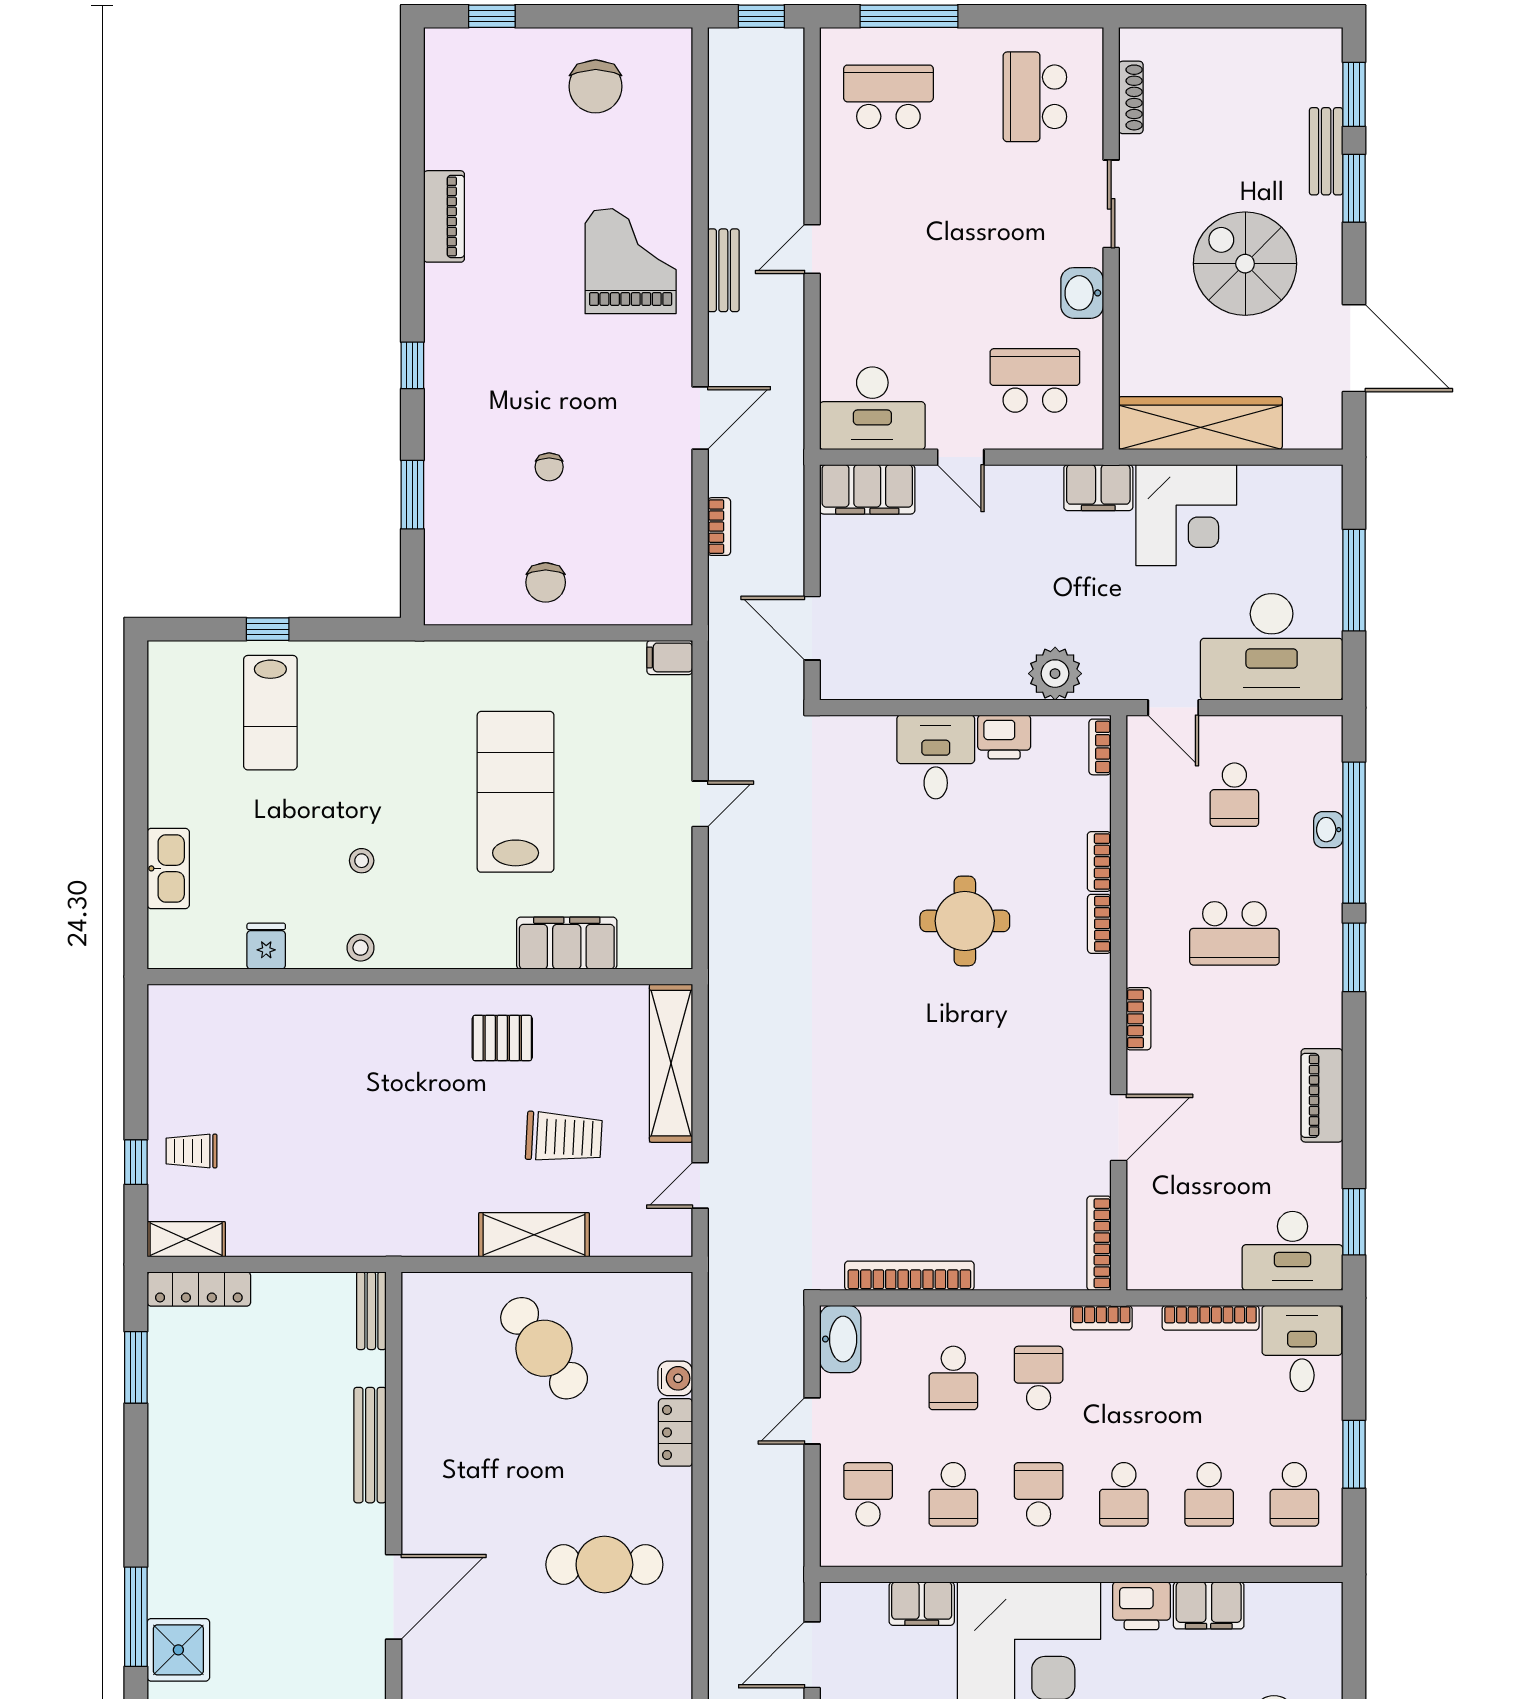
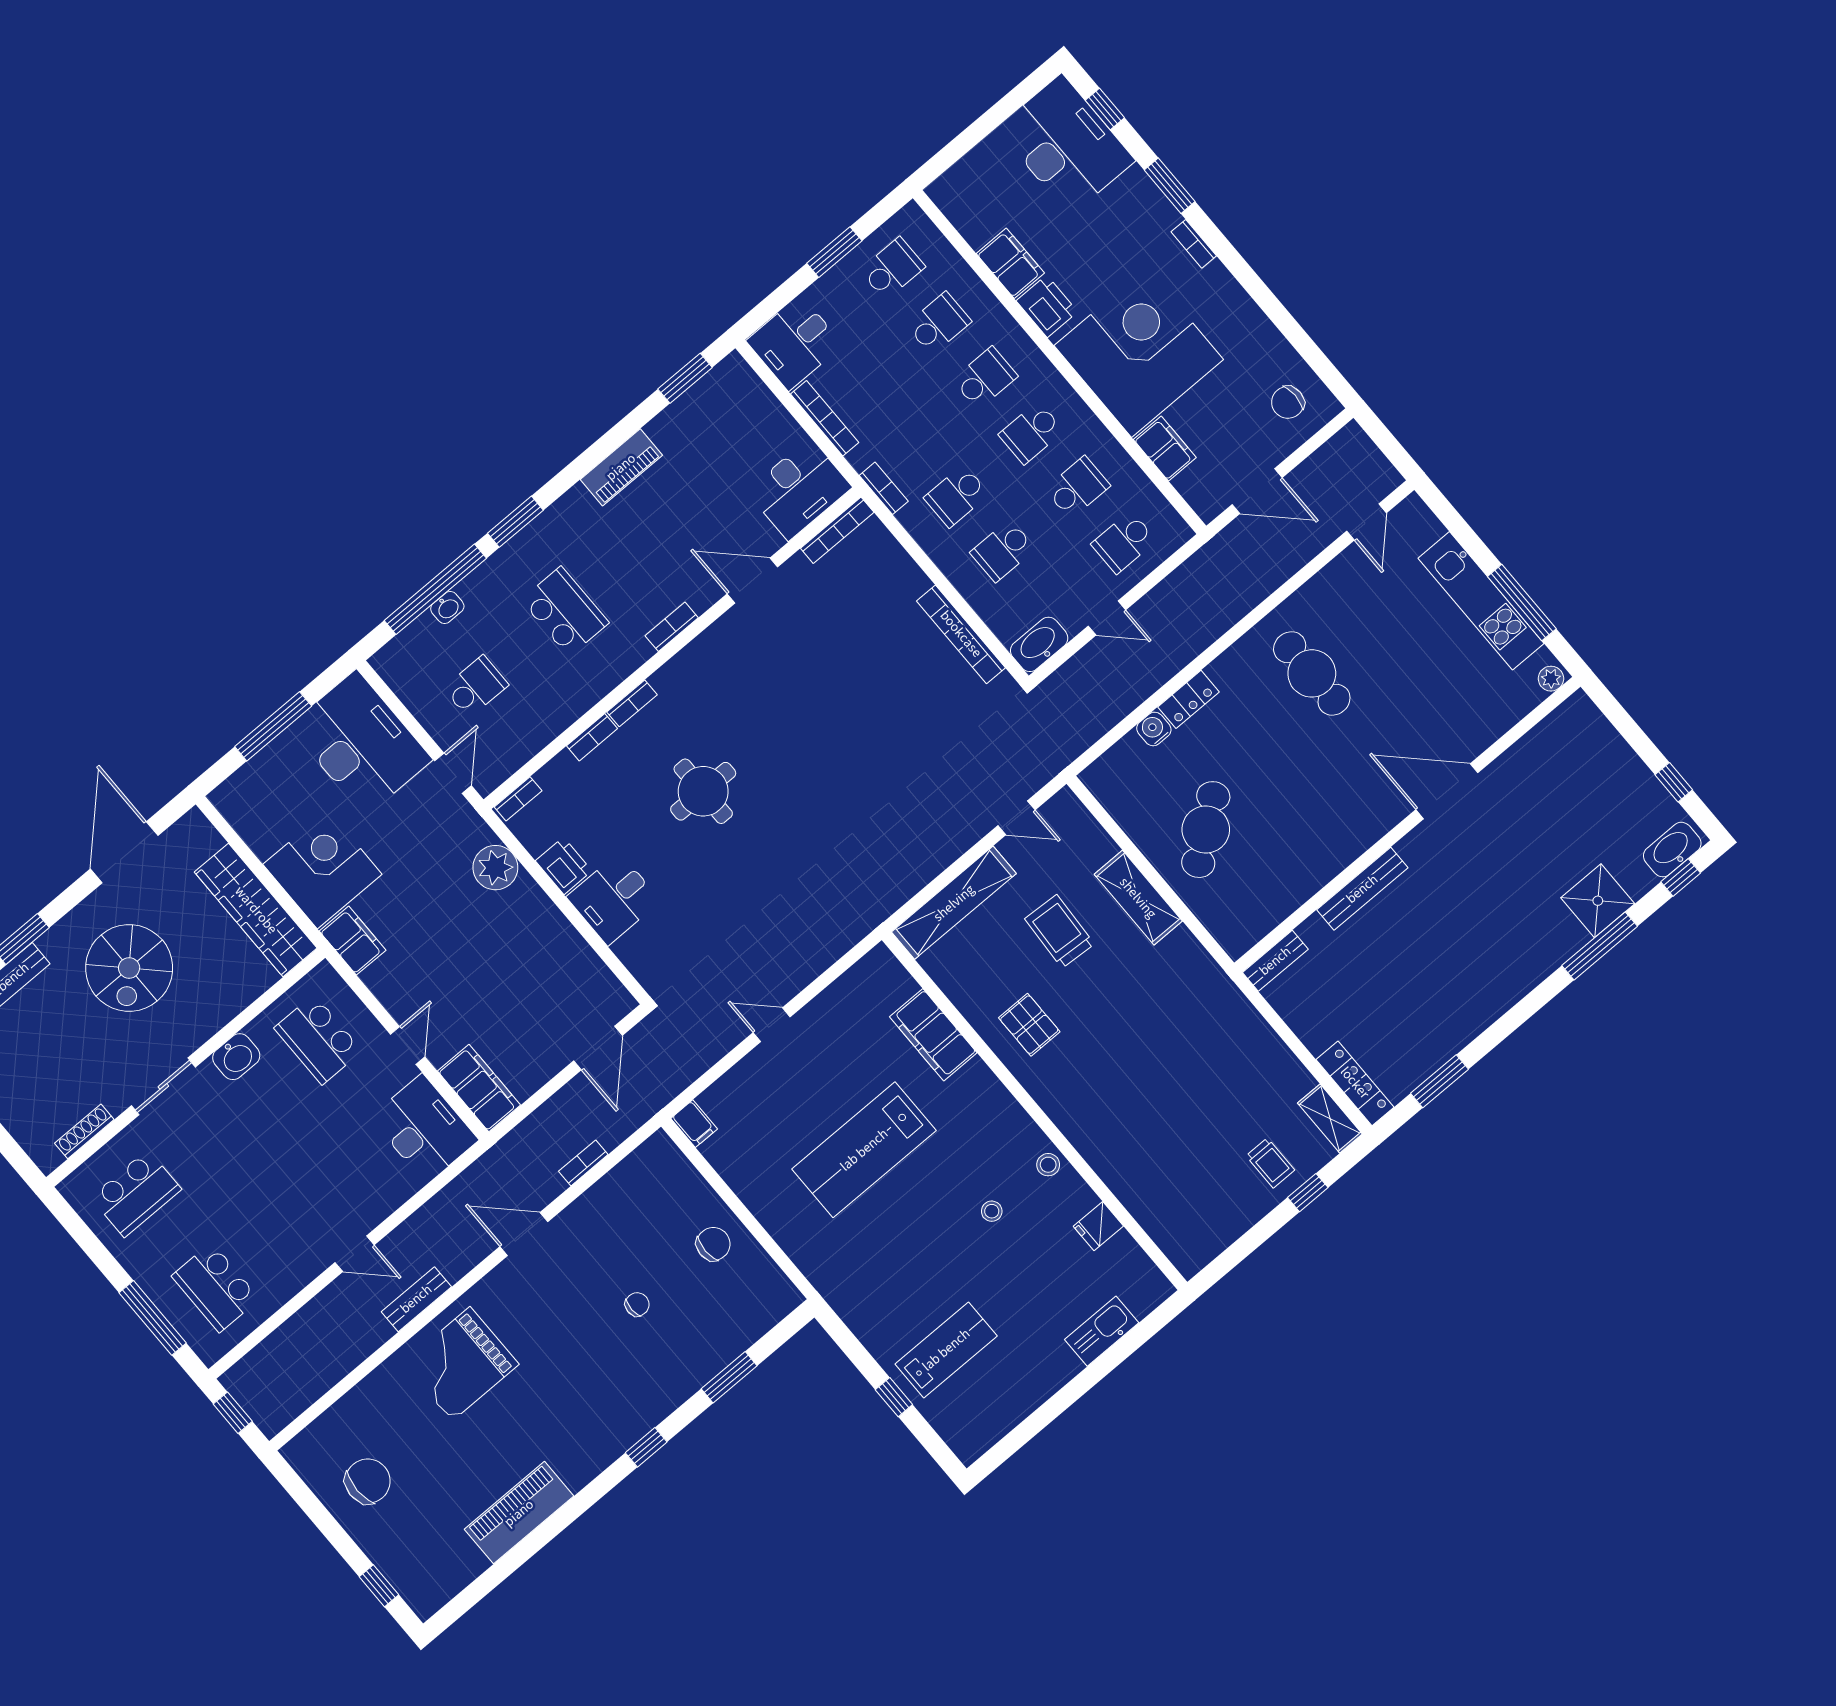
piano: (444, 216) -> (519, 1513), width x1.37, depth x1.33
desk: (1292, 1251) -> (799, 489), moved, turned 90
school desk: (953, 1378) -> (1003, 551), turned 180

